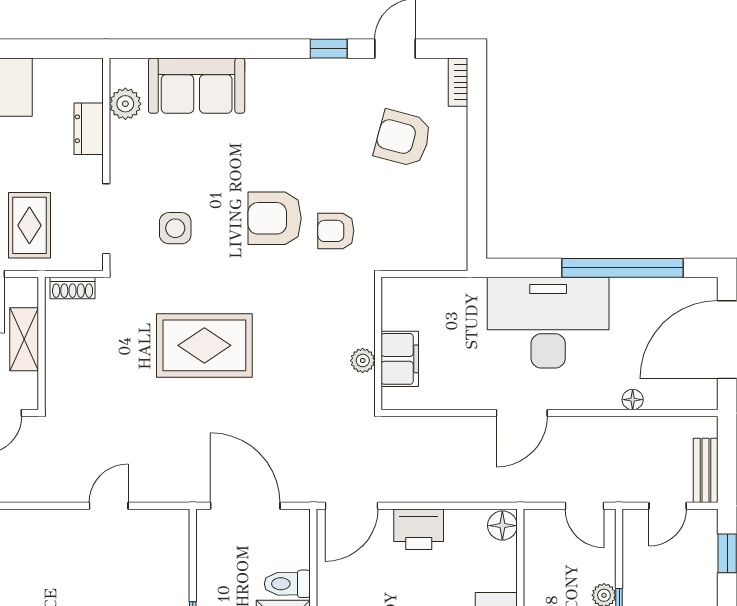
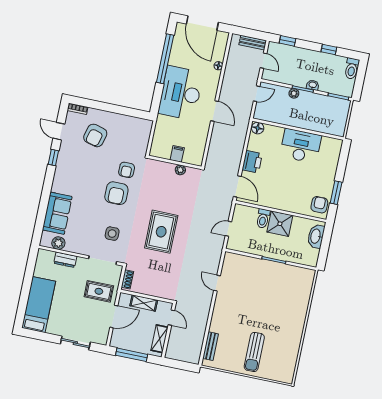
filing cabinet: (400, 359) -> (177, 154), width x0.50
door: (245, 506) -> (228, 229), width x0.53

